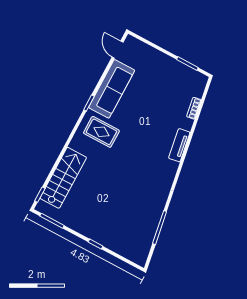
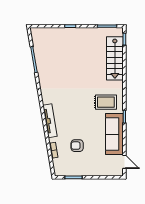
armchair: (163, 99) -> (77, 146), added
tv unit: (179, 145) -> (50, 121), width x1.41

